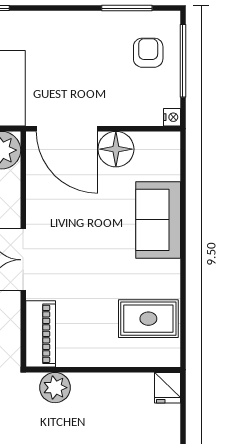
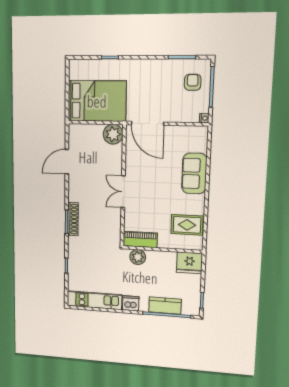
floor lamp: (116, 149) -> (173, 135), removed
piano: (41, 334) -> (140, 239), moved, turned -90
fridge: (167, 388) -> (189, 263), width x1.88, depth x1.34

